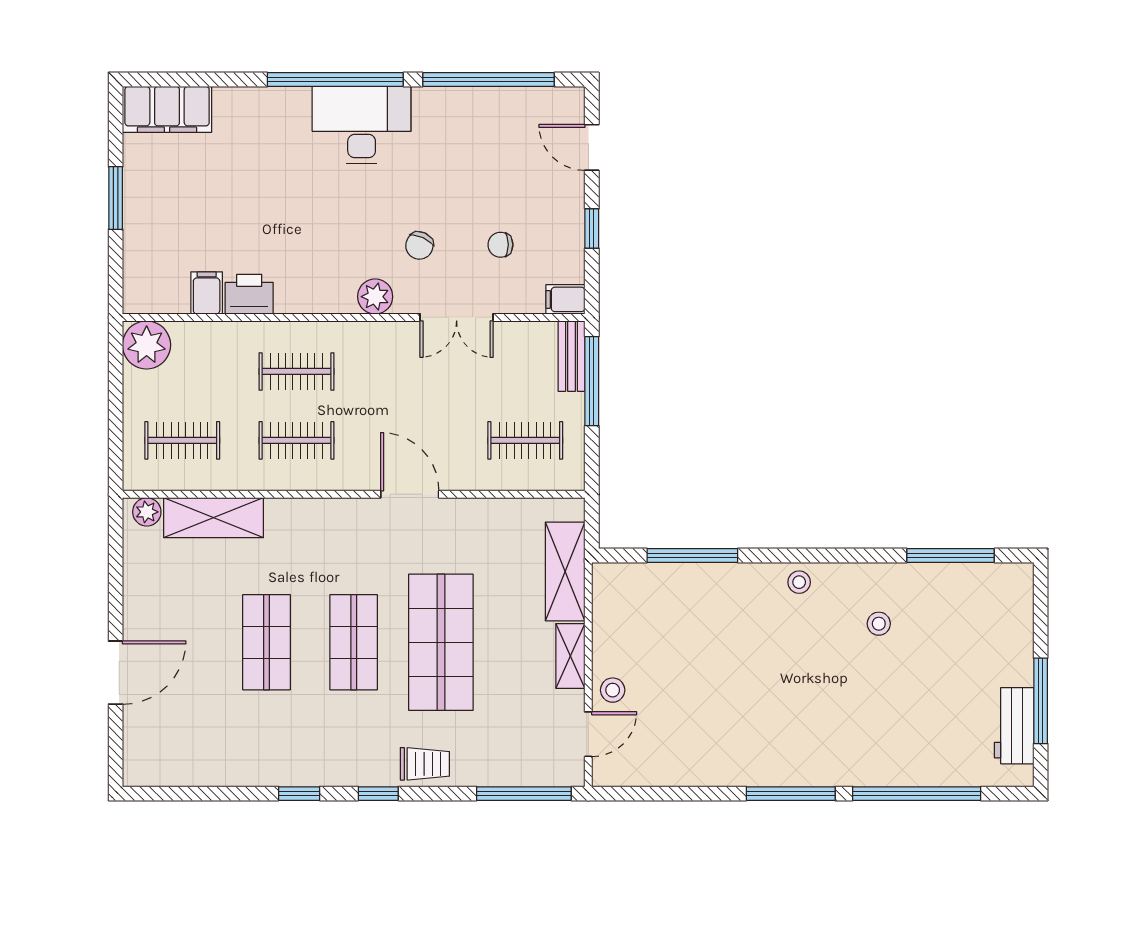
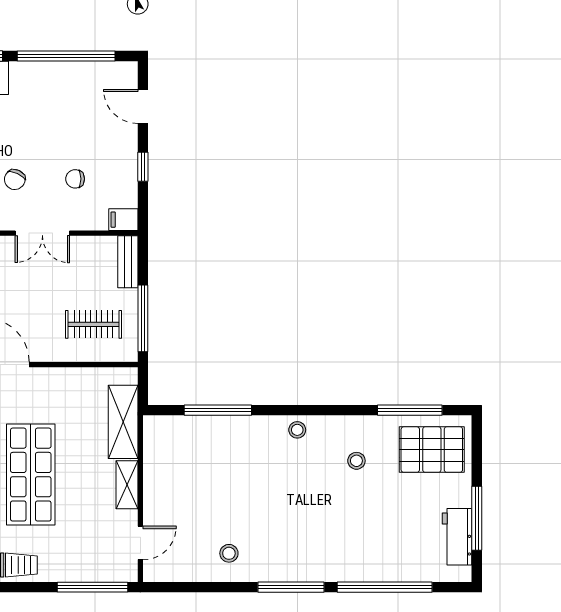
window: (592, 381) -> (143, 318), moved
pallet: (980, 609) -> (432, 450), added
stool: (613, 690) -> (229, 553), moved

